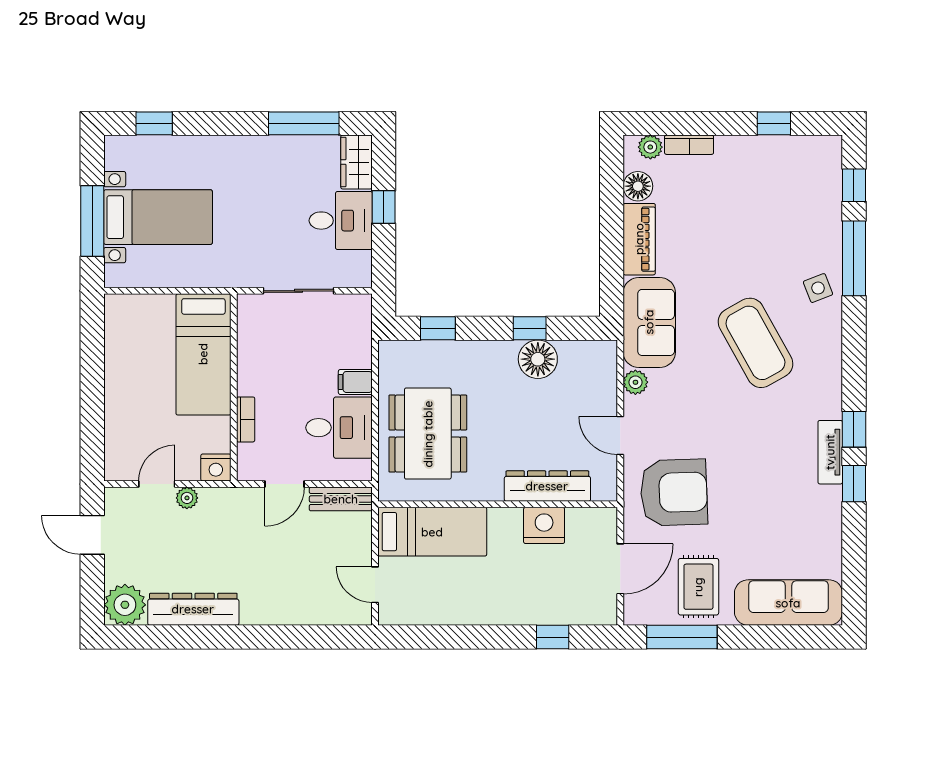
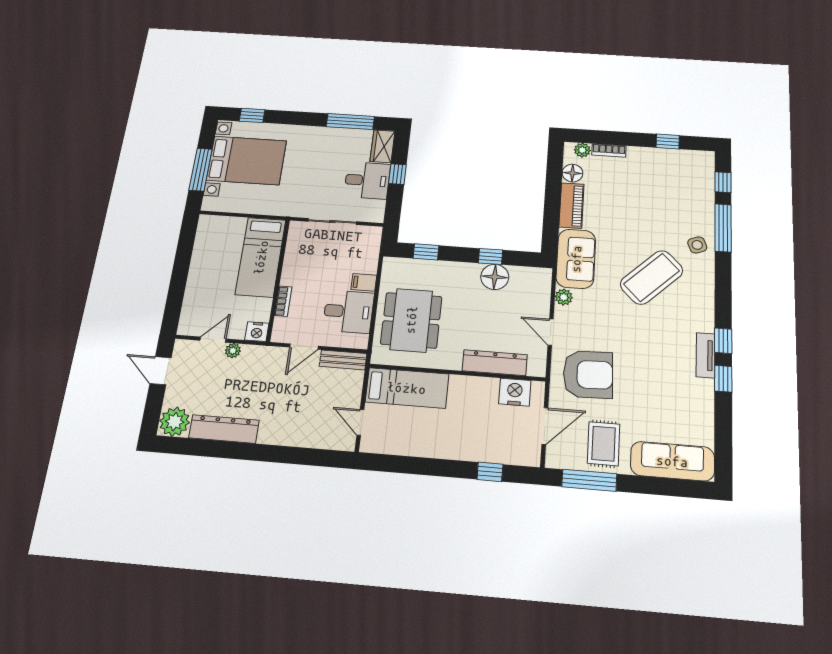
bed with nightstands: (158, 217) -> (246, 160), width x1.36
coffee table: (755, 343) -> (652, 277), turned 75
nightstand: (544, 525) -> (515, 392), moved

